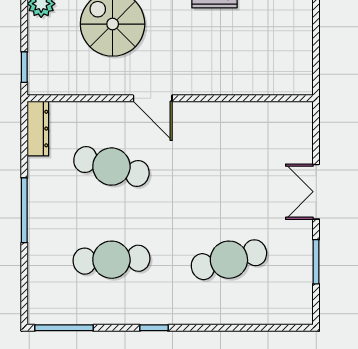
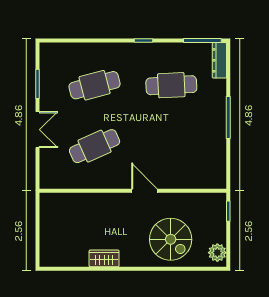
dresser: (38, 129) -> (219, 60), moved
cafe table: (111, 167) -> (95, 146), moved, turned -39

